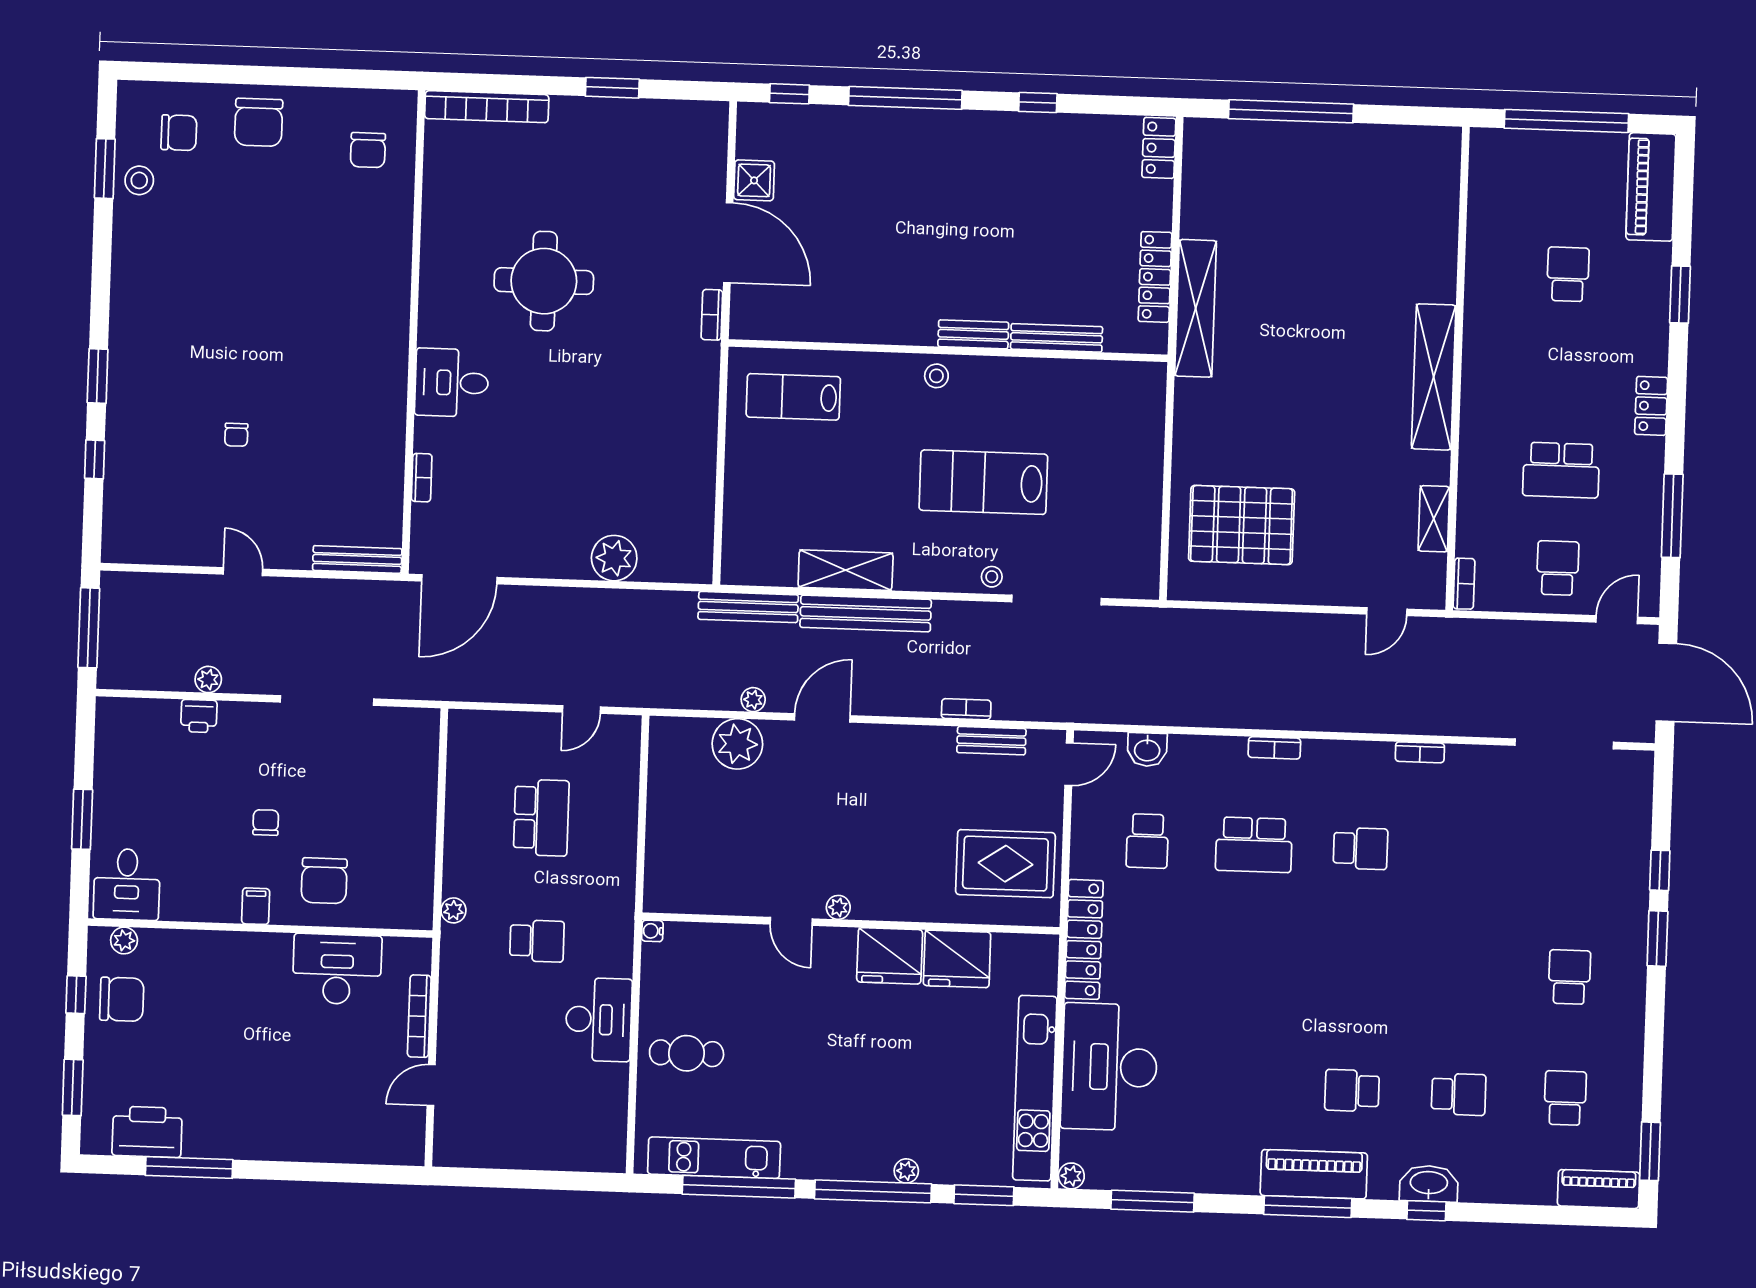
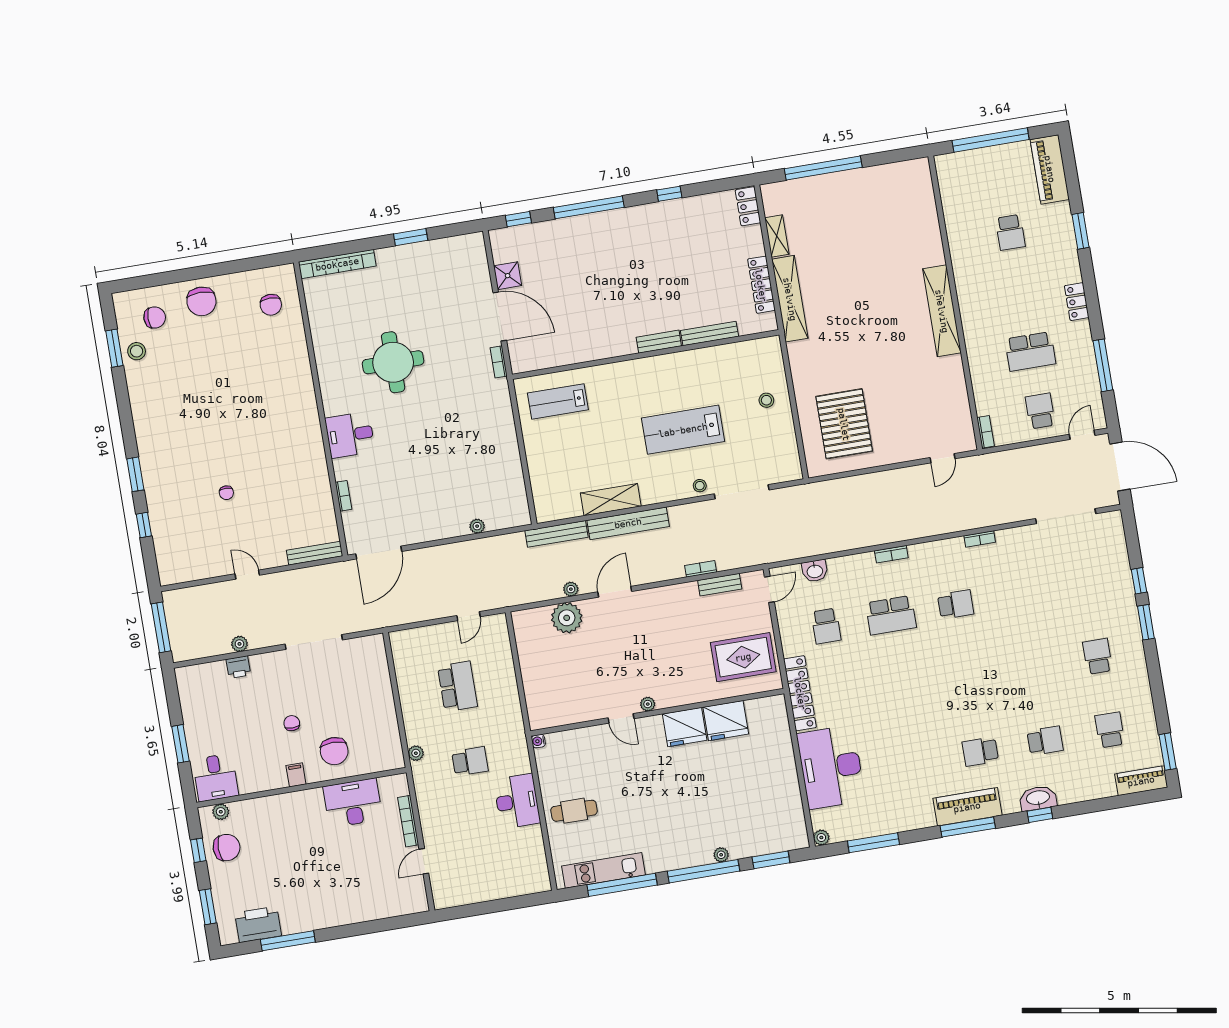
school desk: (1568, 274) -> (1010, 232), turned 180
stool: (936, 376) -> (766, 400), moved
shelving: (1434, 519) -> (777, 236), moved
pallet: (1242, 525) -> (844, 424), turned 90
plant: (614, 558) -> (477, 526), width x0.53, depth x0.53
kitchen unit: (1035, 1088) -> (789, 789), removed

